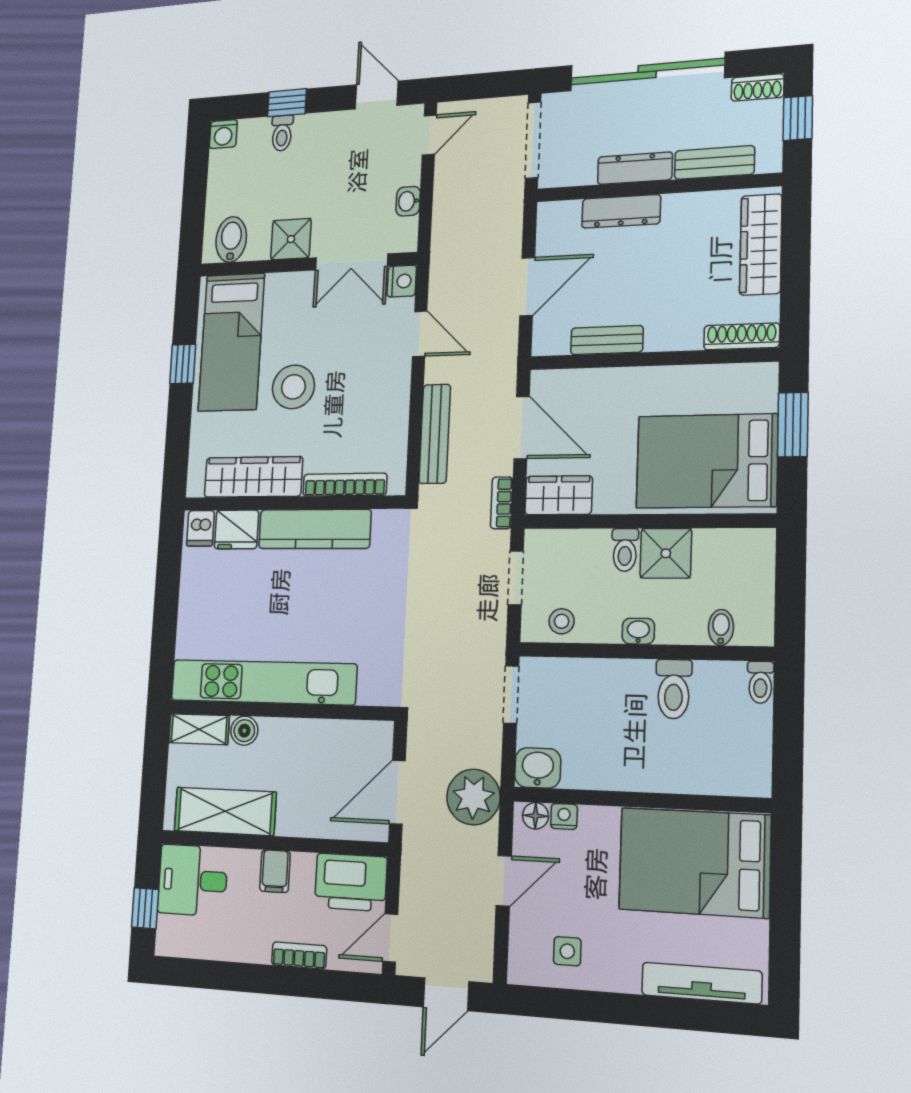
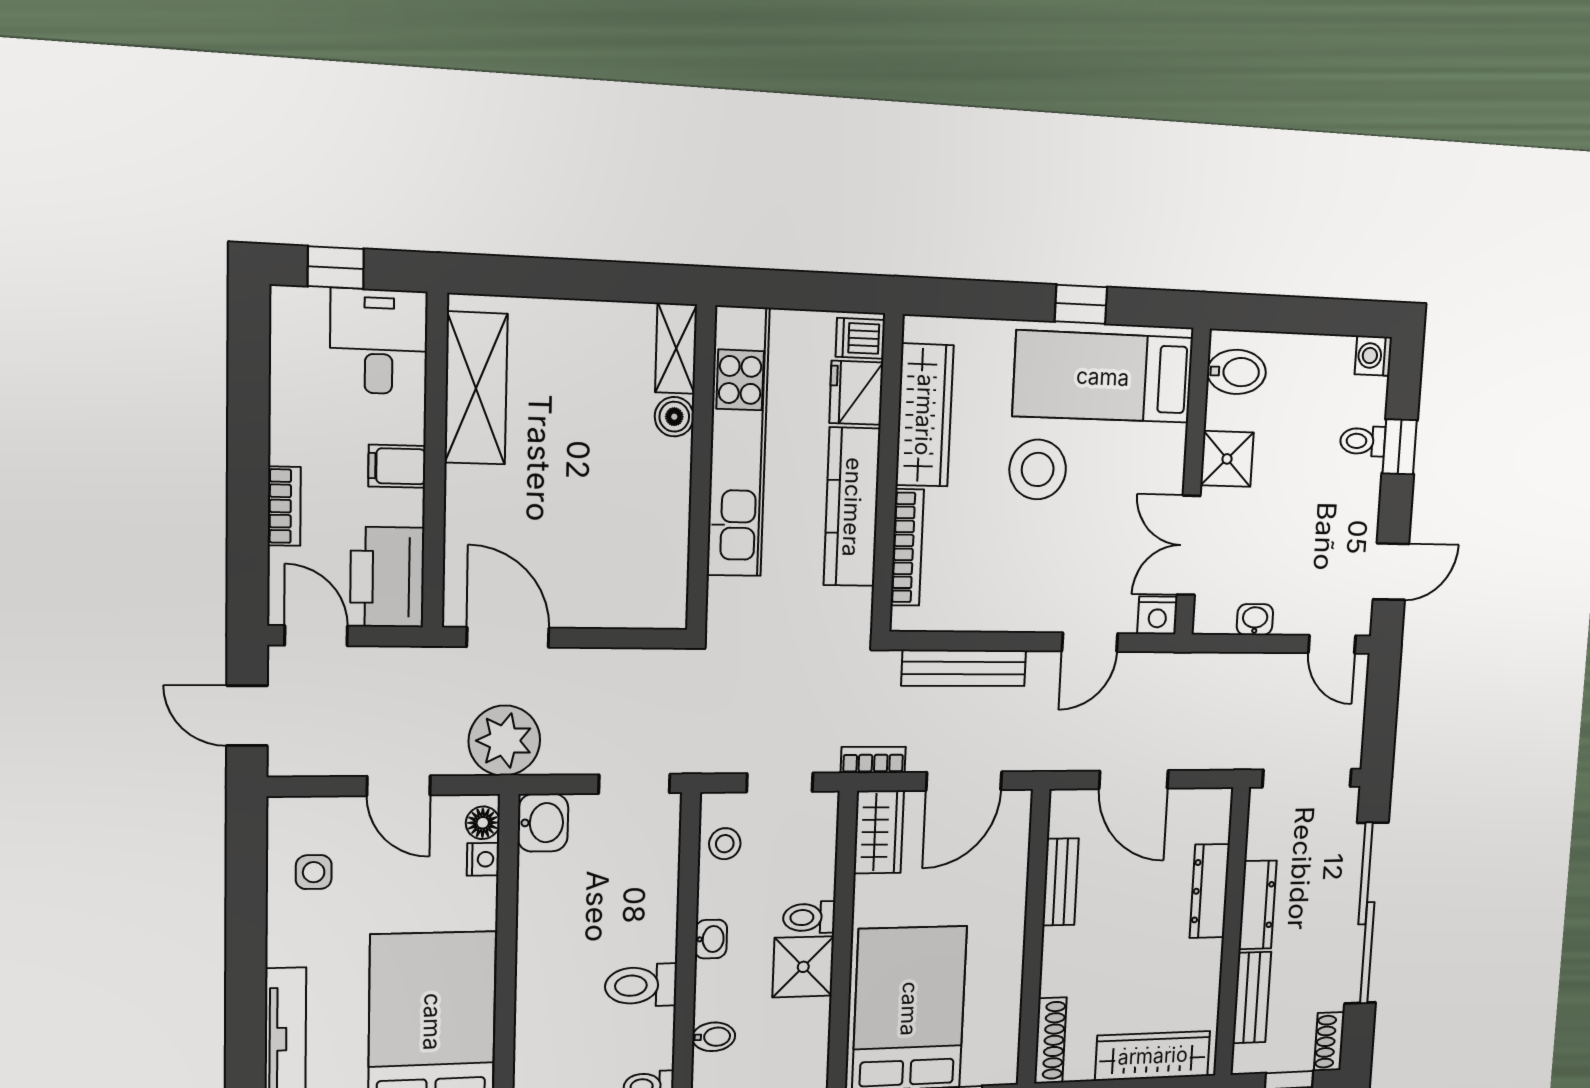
kitchen unit: (263, 682) -> (738, 442), moved
wall: (280, 710) -> (701, 469), moved
shelving: (199, 729) -> (676, 348), moved
boiler: (244, 731) -> (674, 417), moved

